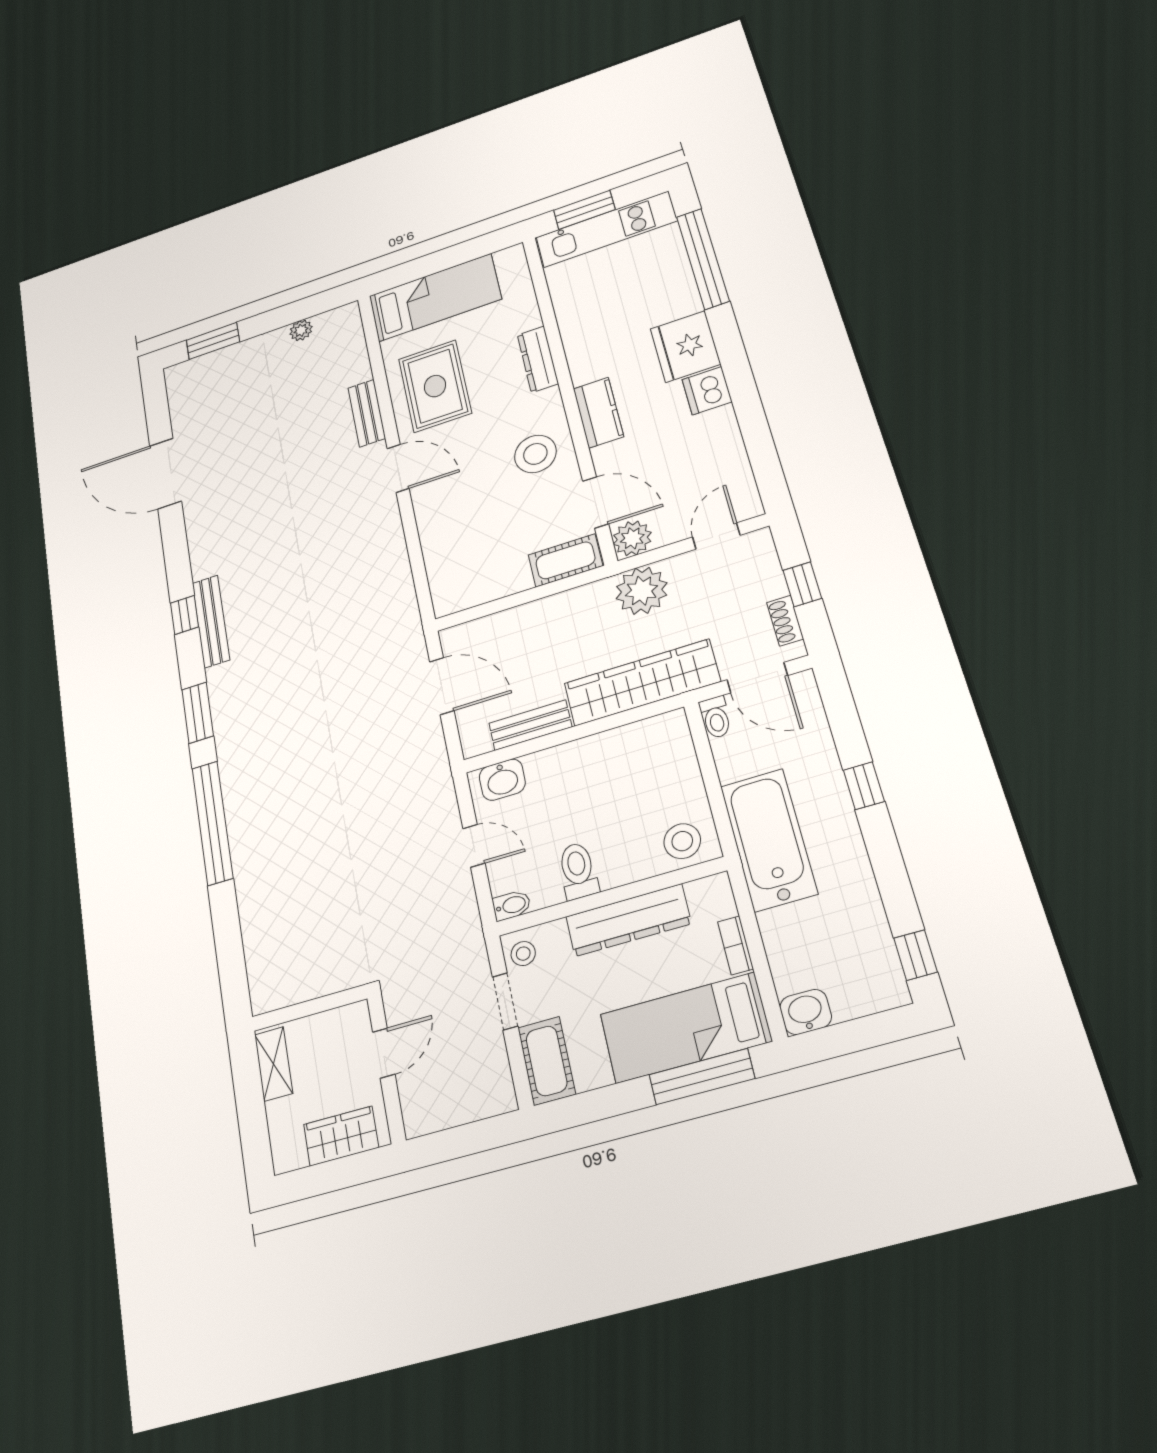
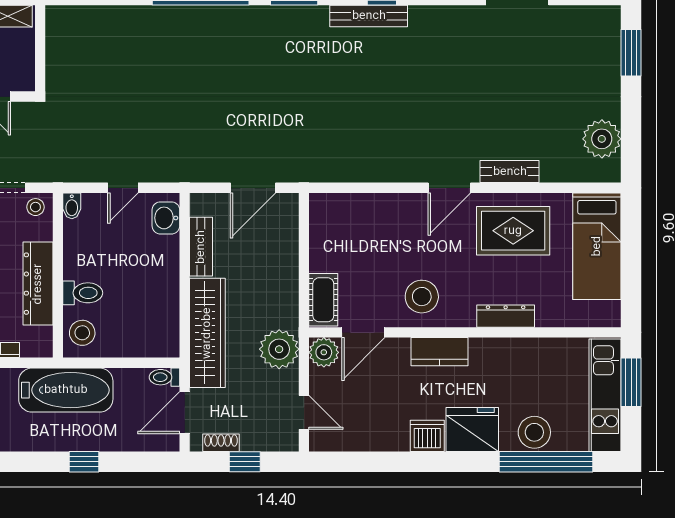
stool: (670, 283) -> (534, 432), added
plant: (301, 330) -> (602, 139), width x1.87, depth x1.87
toilet: (578, 871) -> (83, 293), moved

